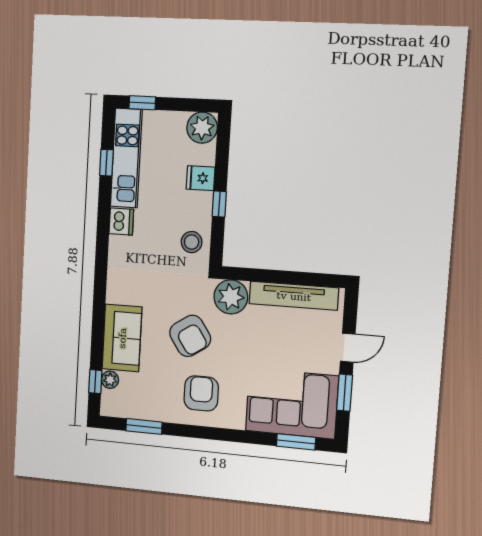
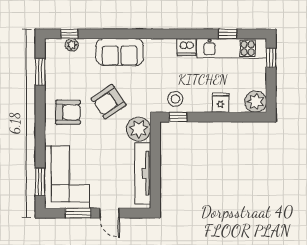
window: (219, 204) -> (178, 117), moved
sofa: (122, 338) -> (120, 52), moved

